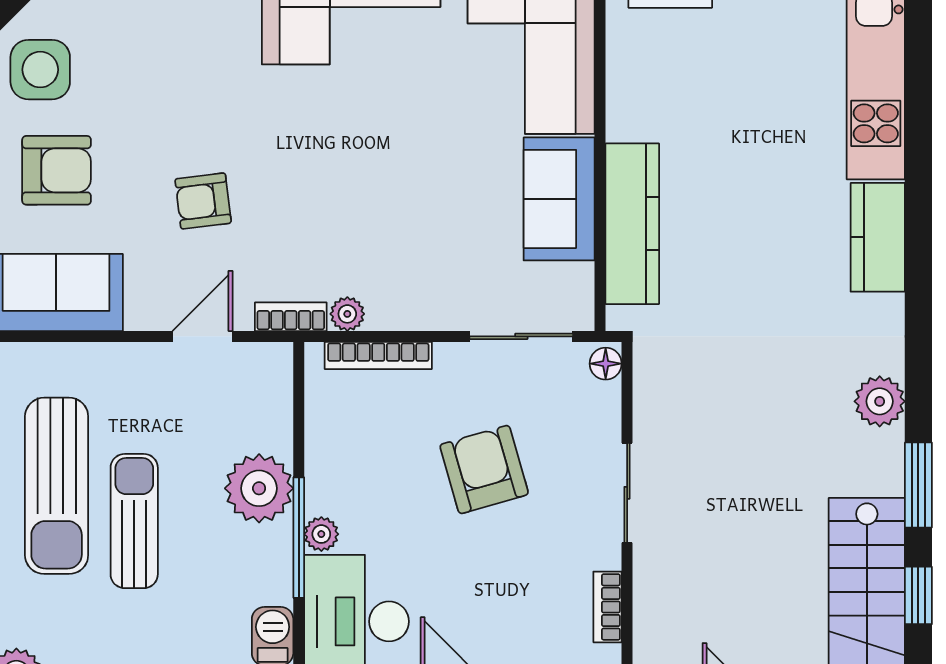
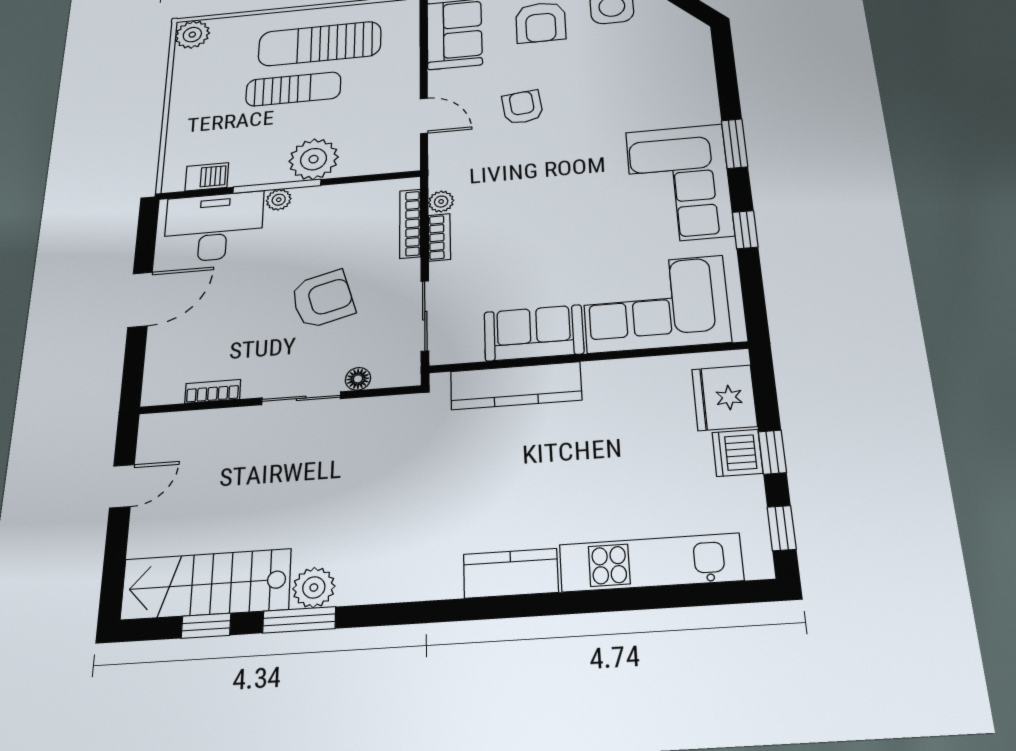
bookcase: (291, 317) -> (439, 237), moved
floor lamp: (606, 364) -> (358, 379), moved
plant: (880, 401) -> (314, 587), moved

